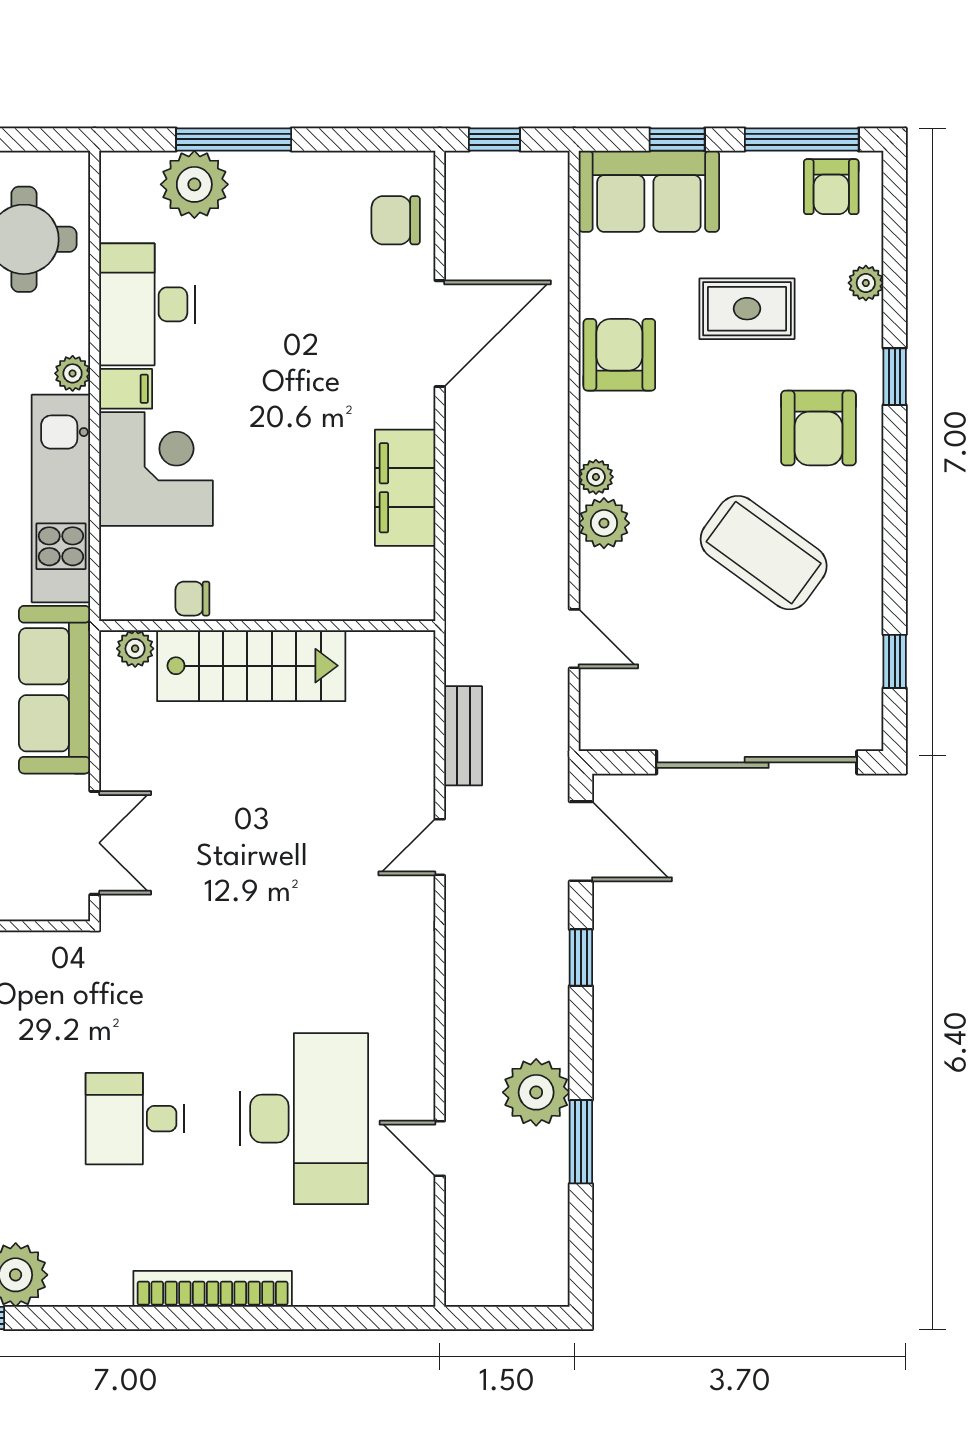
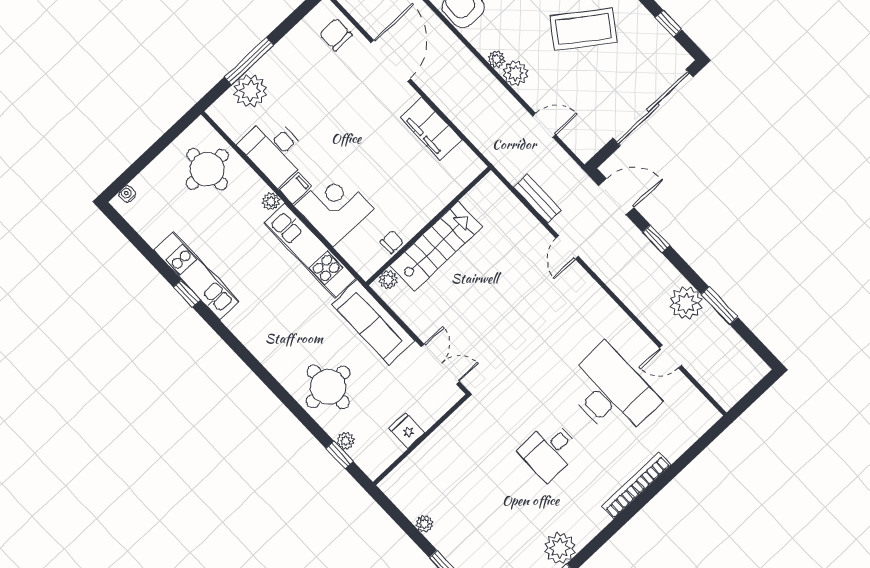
chair: (396, 220) -> (336, 35), turned 90
chair: (192, 599) -> (392, 242), turned 180

